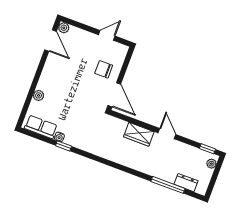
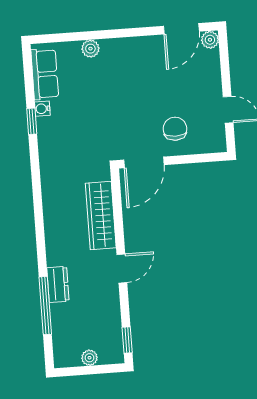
wardrobe: (139, 134) -> (101, 216), width x1.50
plant: (211, 164) -> (89, 358), moved
dresser: (186, 183) -> (58, 284), moved

